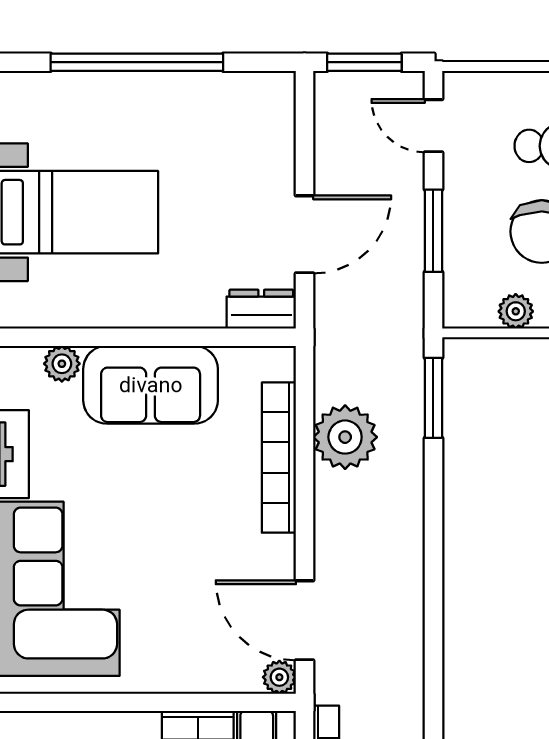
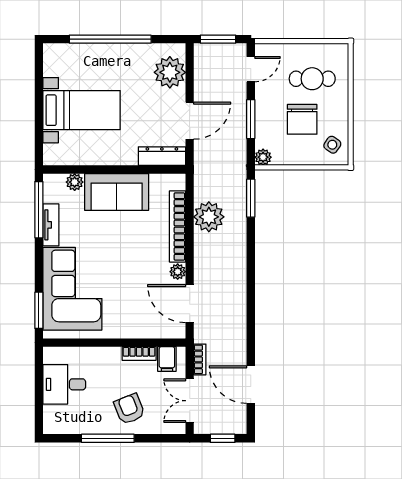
door: (433, 126) -> (251, 69), swing flipped
plant: (263, 132) -> (170, 72), added
dresser: (261, 309) -> (162, 156), width x1.44
plant: (516, 311) -> (263, 157), moved
plant: (279, 677) -> (178, 272), moved

